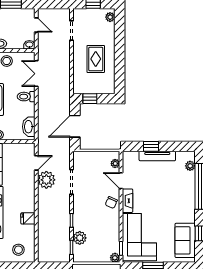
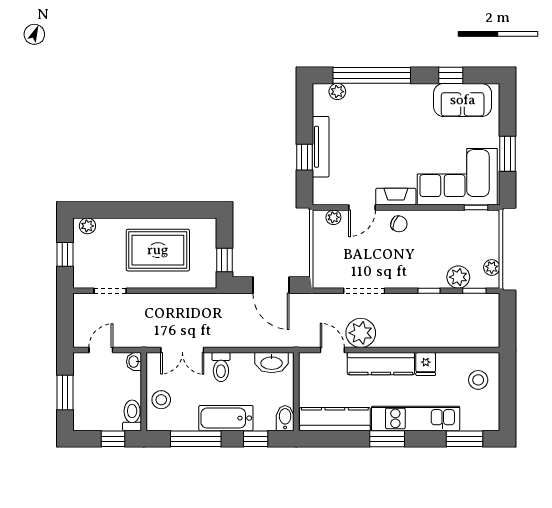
rug: (96, 59) -> (158, 250), width x1.36, depth x1.43
kitchen counter: (28, 192) -> (381, 364), added
plant: (115, 258) -> (492, 267), moved

